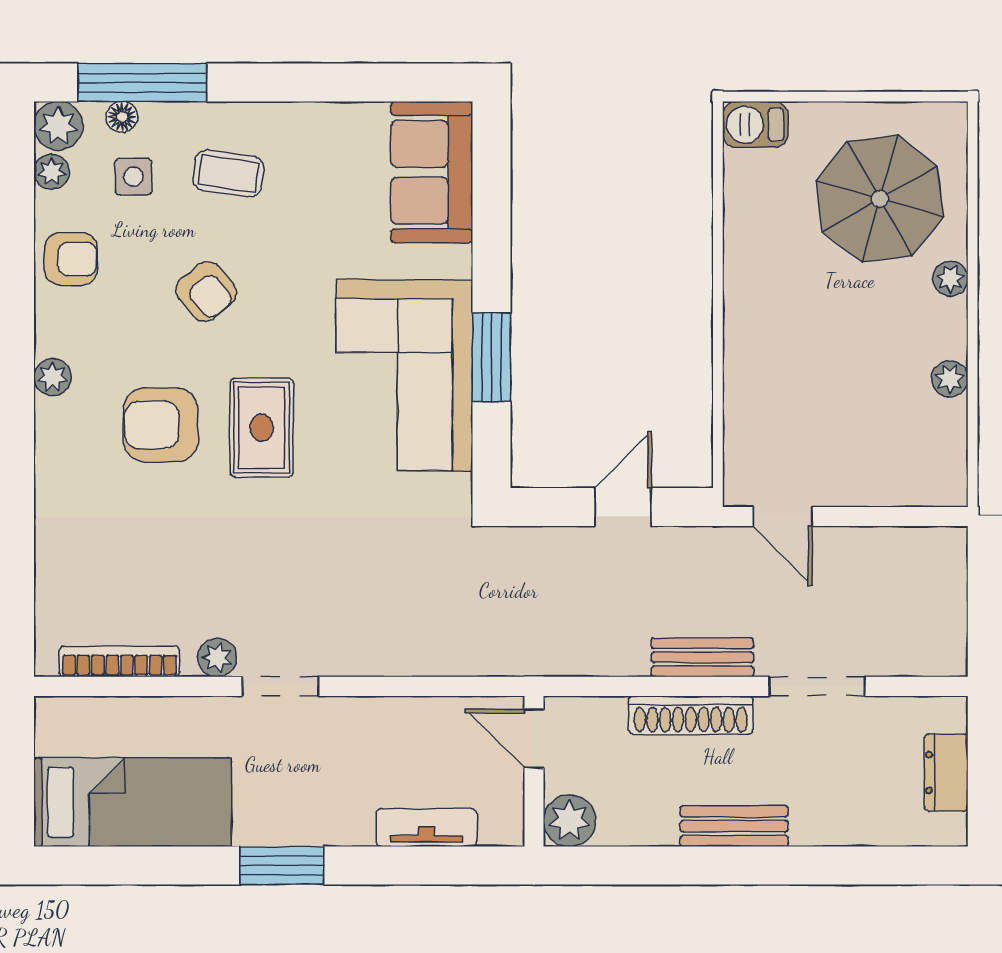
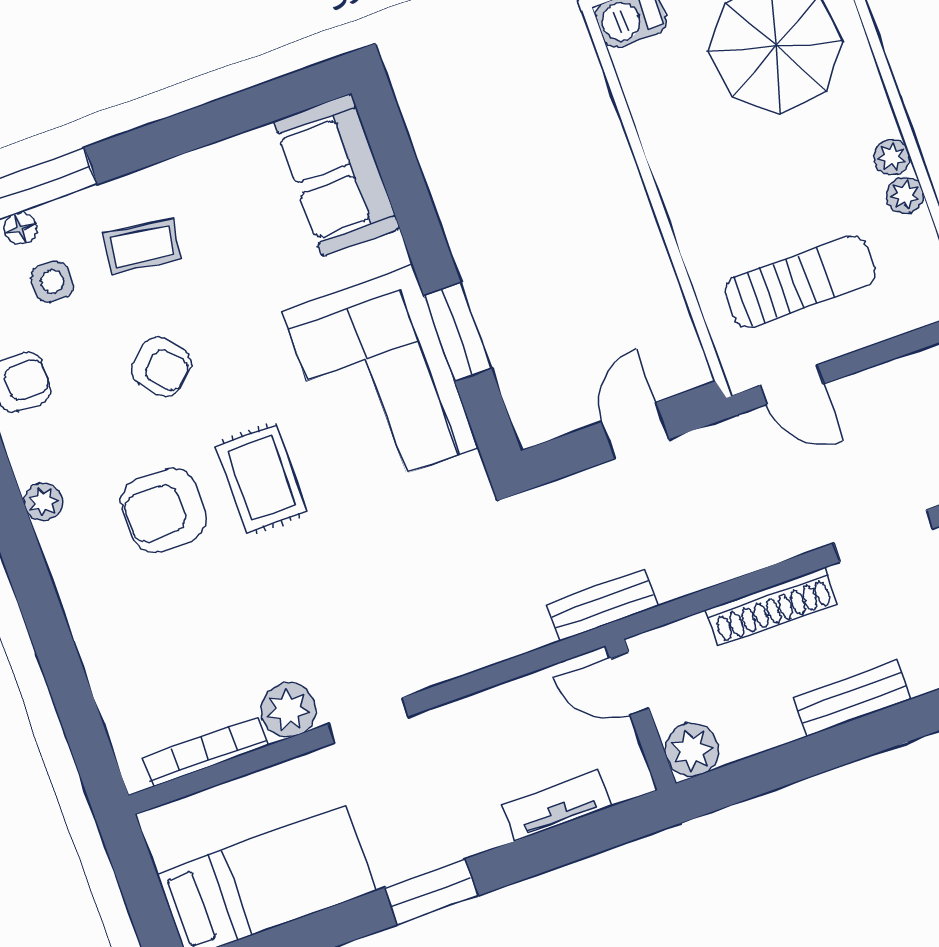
plant: (950, 279) -> (892, 157), moved
sun lounger: (825, 424) -> (800, 281), added
bench: (702, 657) -> (602, 605), moved
plant: (217, 658) -> (288, 710), width x1.38, depth x1.38

